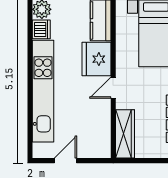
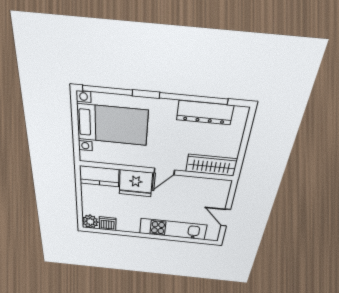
door: (113, 88) -> (164, 171), hinge flipped
kitchen unit: (43, 91) -> (173, 229), width x0.73

